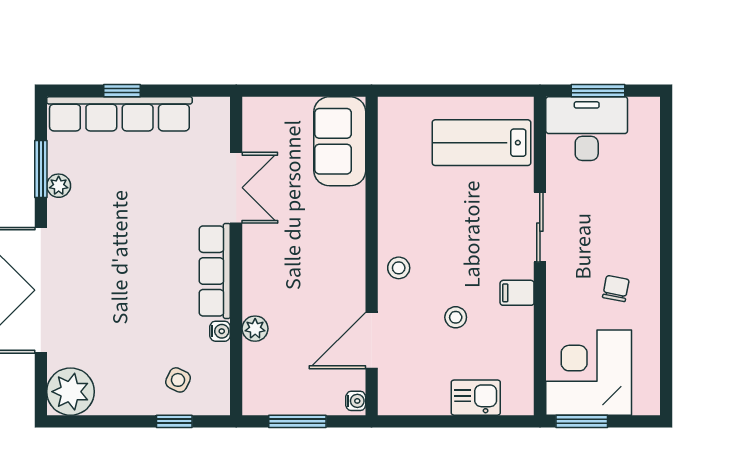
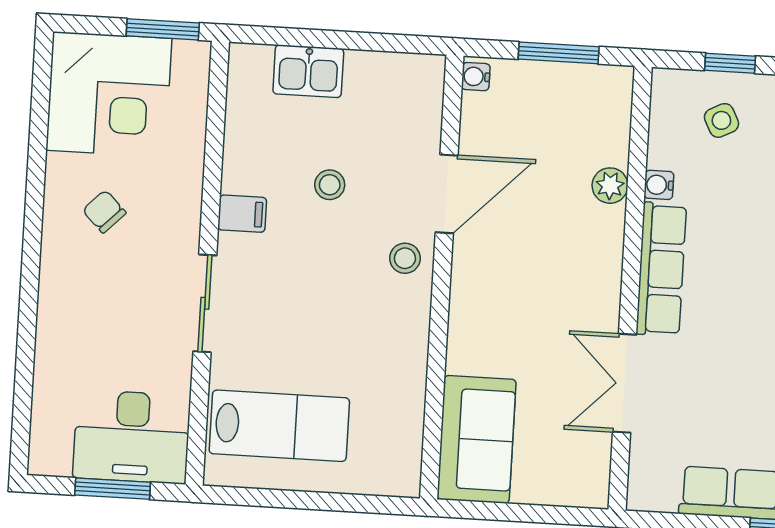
chair: (616, 289) -> (104, 212), turned 124
door: (372, 340) -> (447, 194), moved
corner desk: (589, 373) -> (109, 94), moved
side table: (178, 380) -> (721, 120), turned 37

